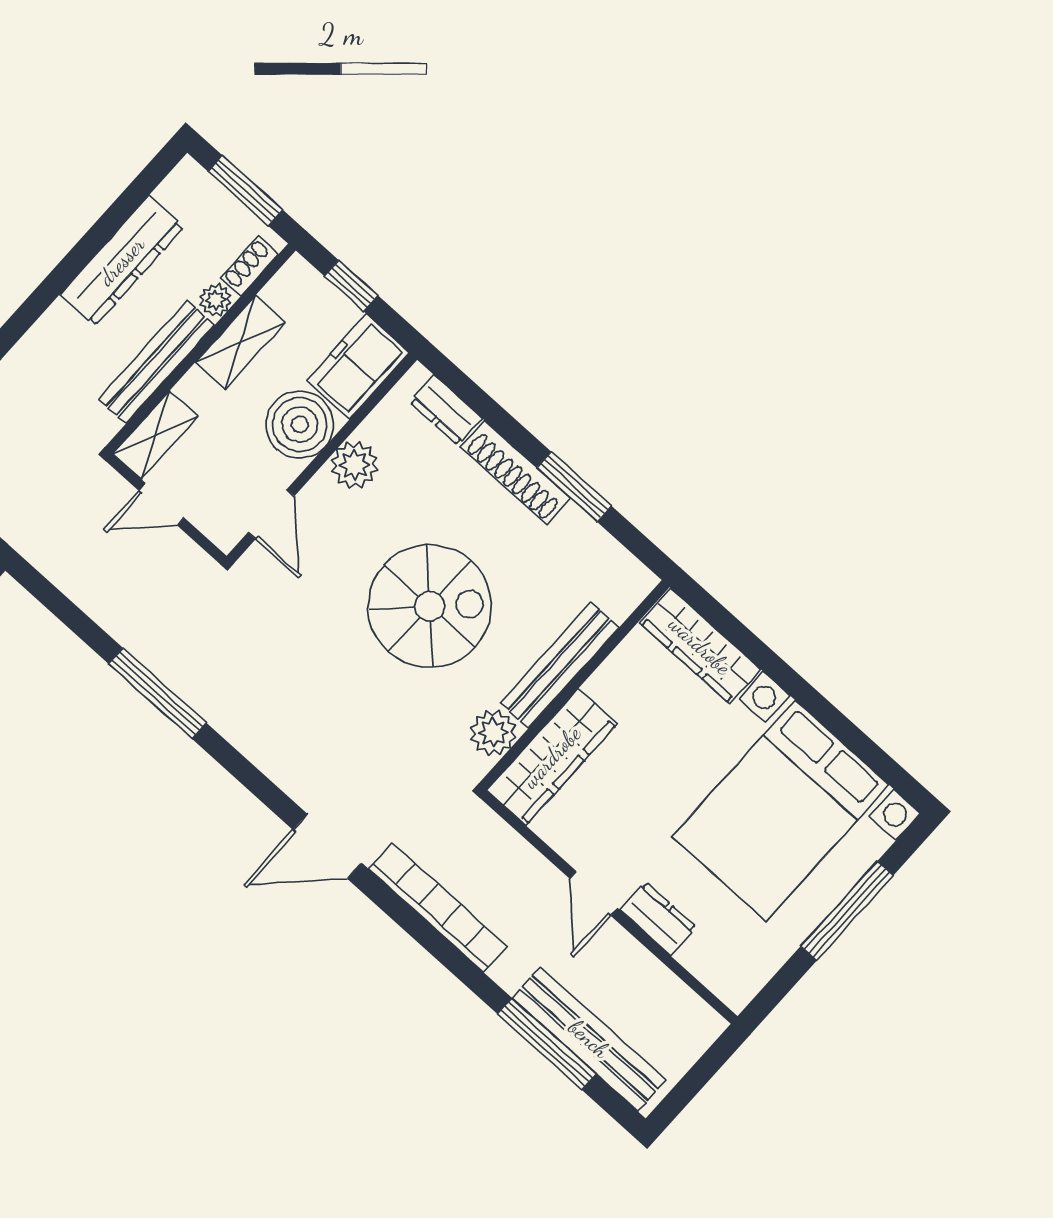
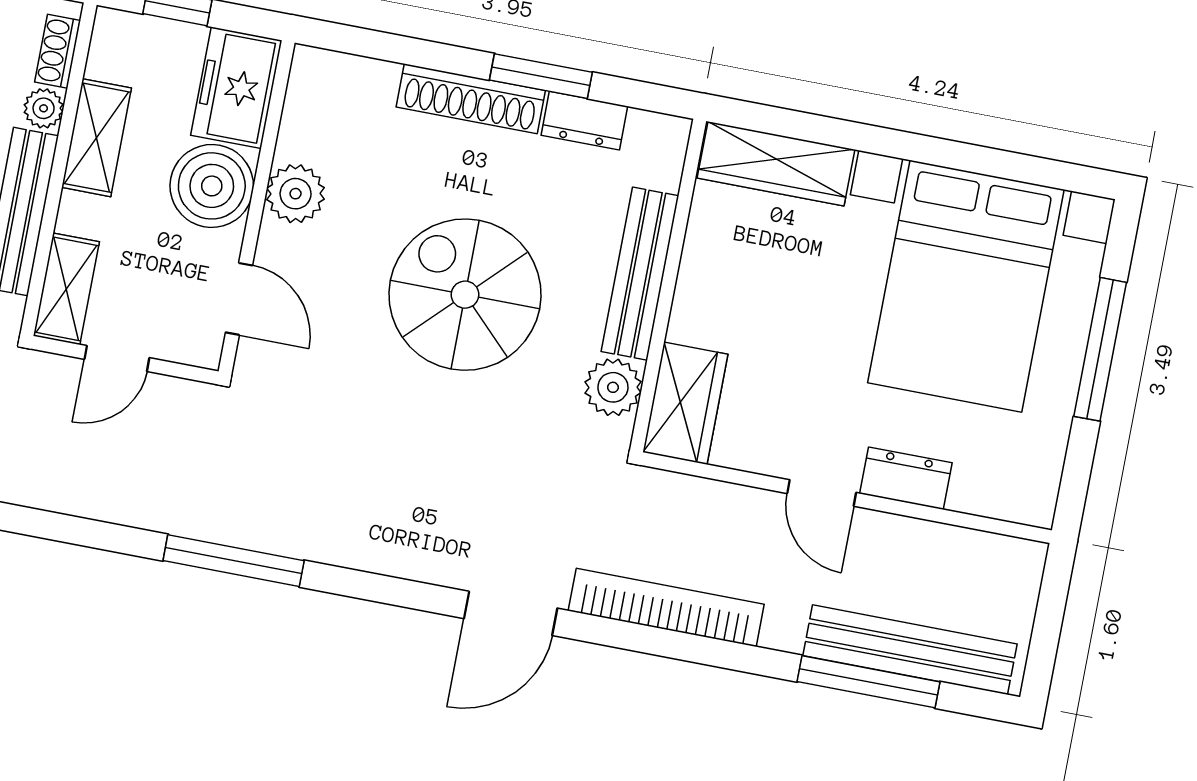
dresser: (446, 410) -> (584, 121), moved
spiral stairs: (430, 606) -> (465, 295), turned -90
wardrobe: (552, 757) -> (685, 403), width x0.67

